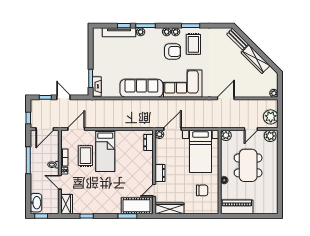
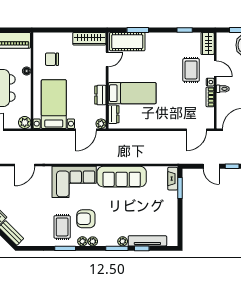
bed: (105, 151) -> (132, 93), moved, turned 90
rug: (85, 156) -> (191, 70), moved
dresser: (160, 173) -> (100, 95), moved

